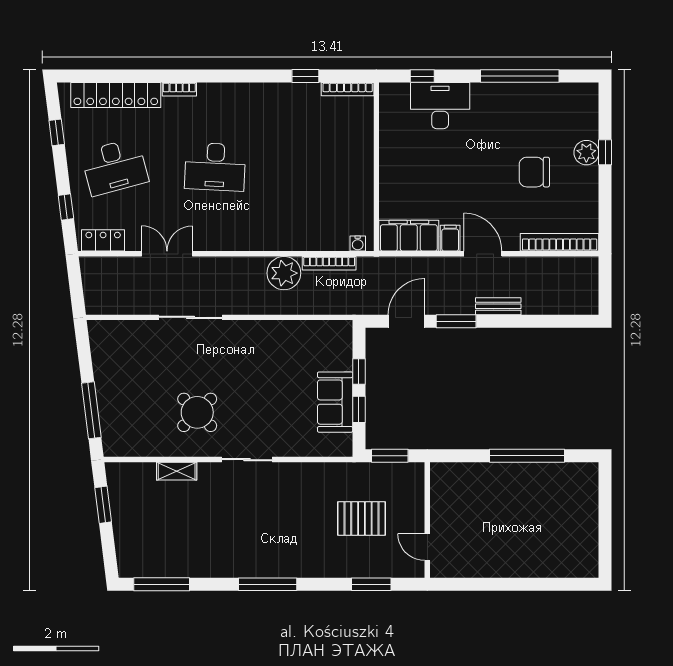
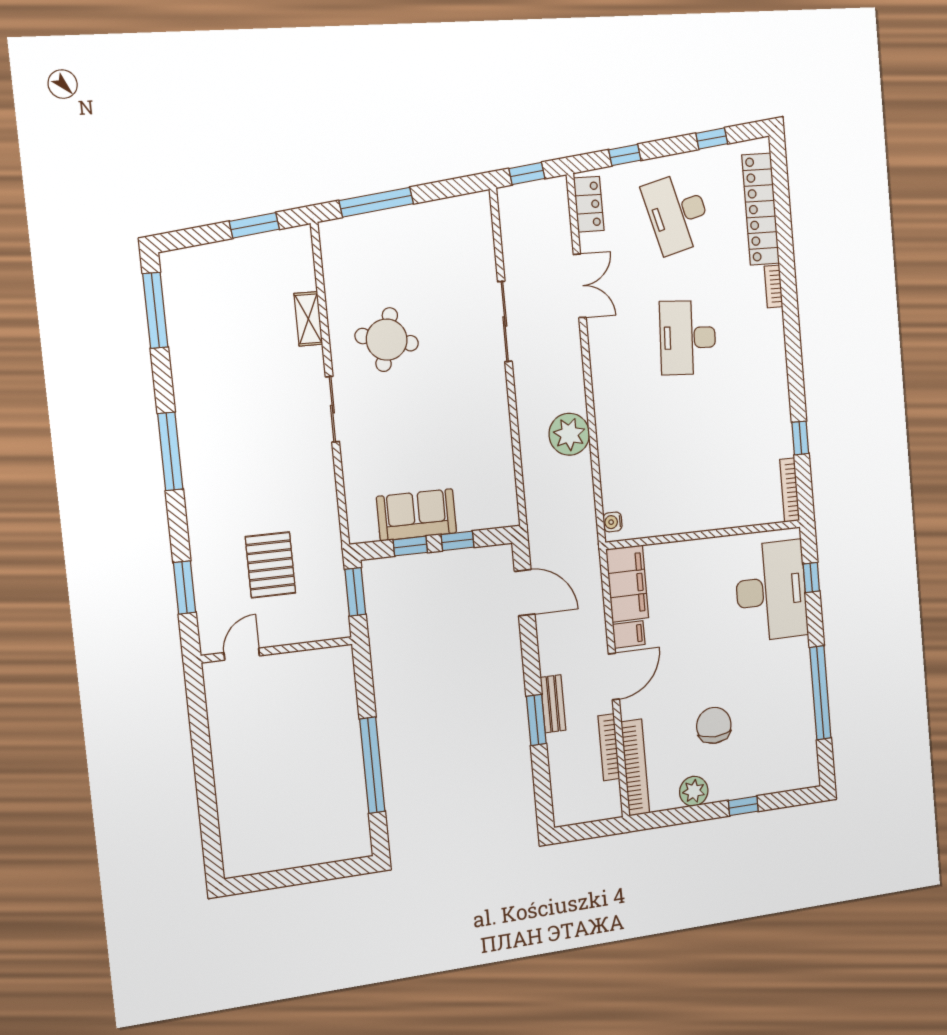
desk: (440, 106) -> (771, 591), width x1.36, depth x1.30
plant: (586, 153) -> (694, 791), moved
bookcase: (329, 263) -> (609, 747), moved
window: (76, 289) -> (527, 174), added
window: (456, 321) -> (536, 720), moved
round table: (197, 412) -> (387, 340), turned -32

